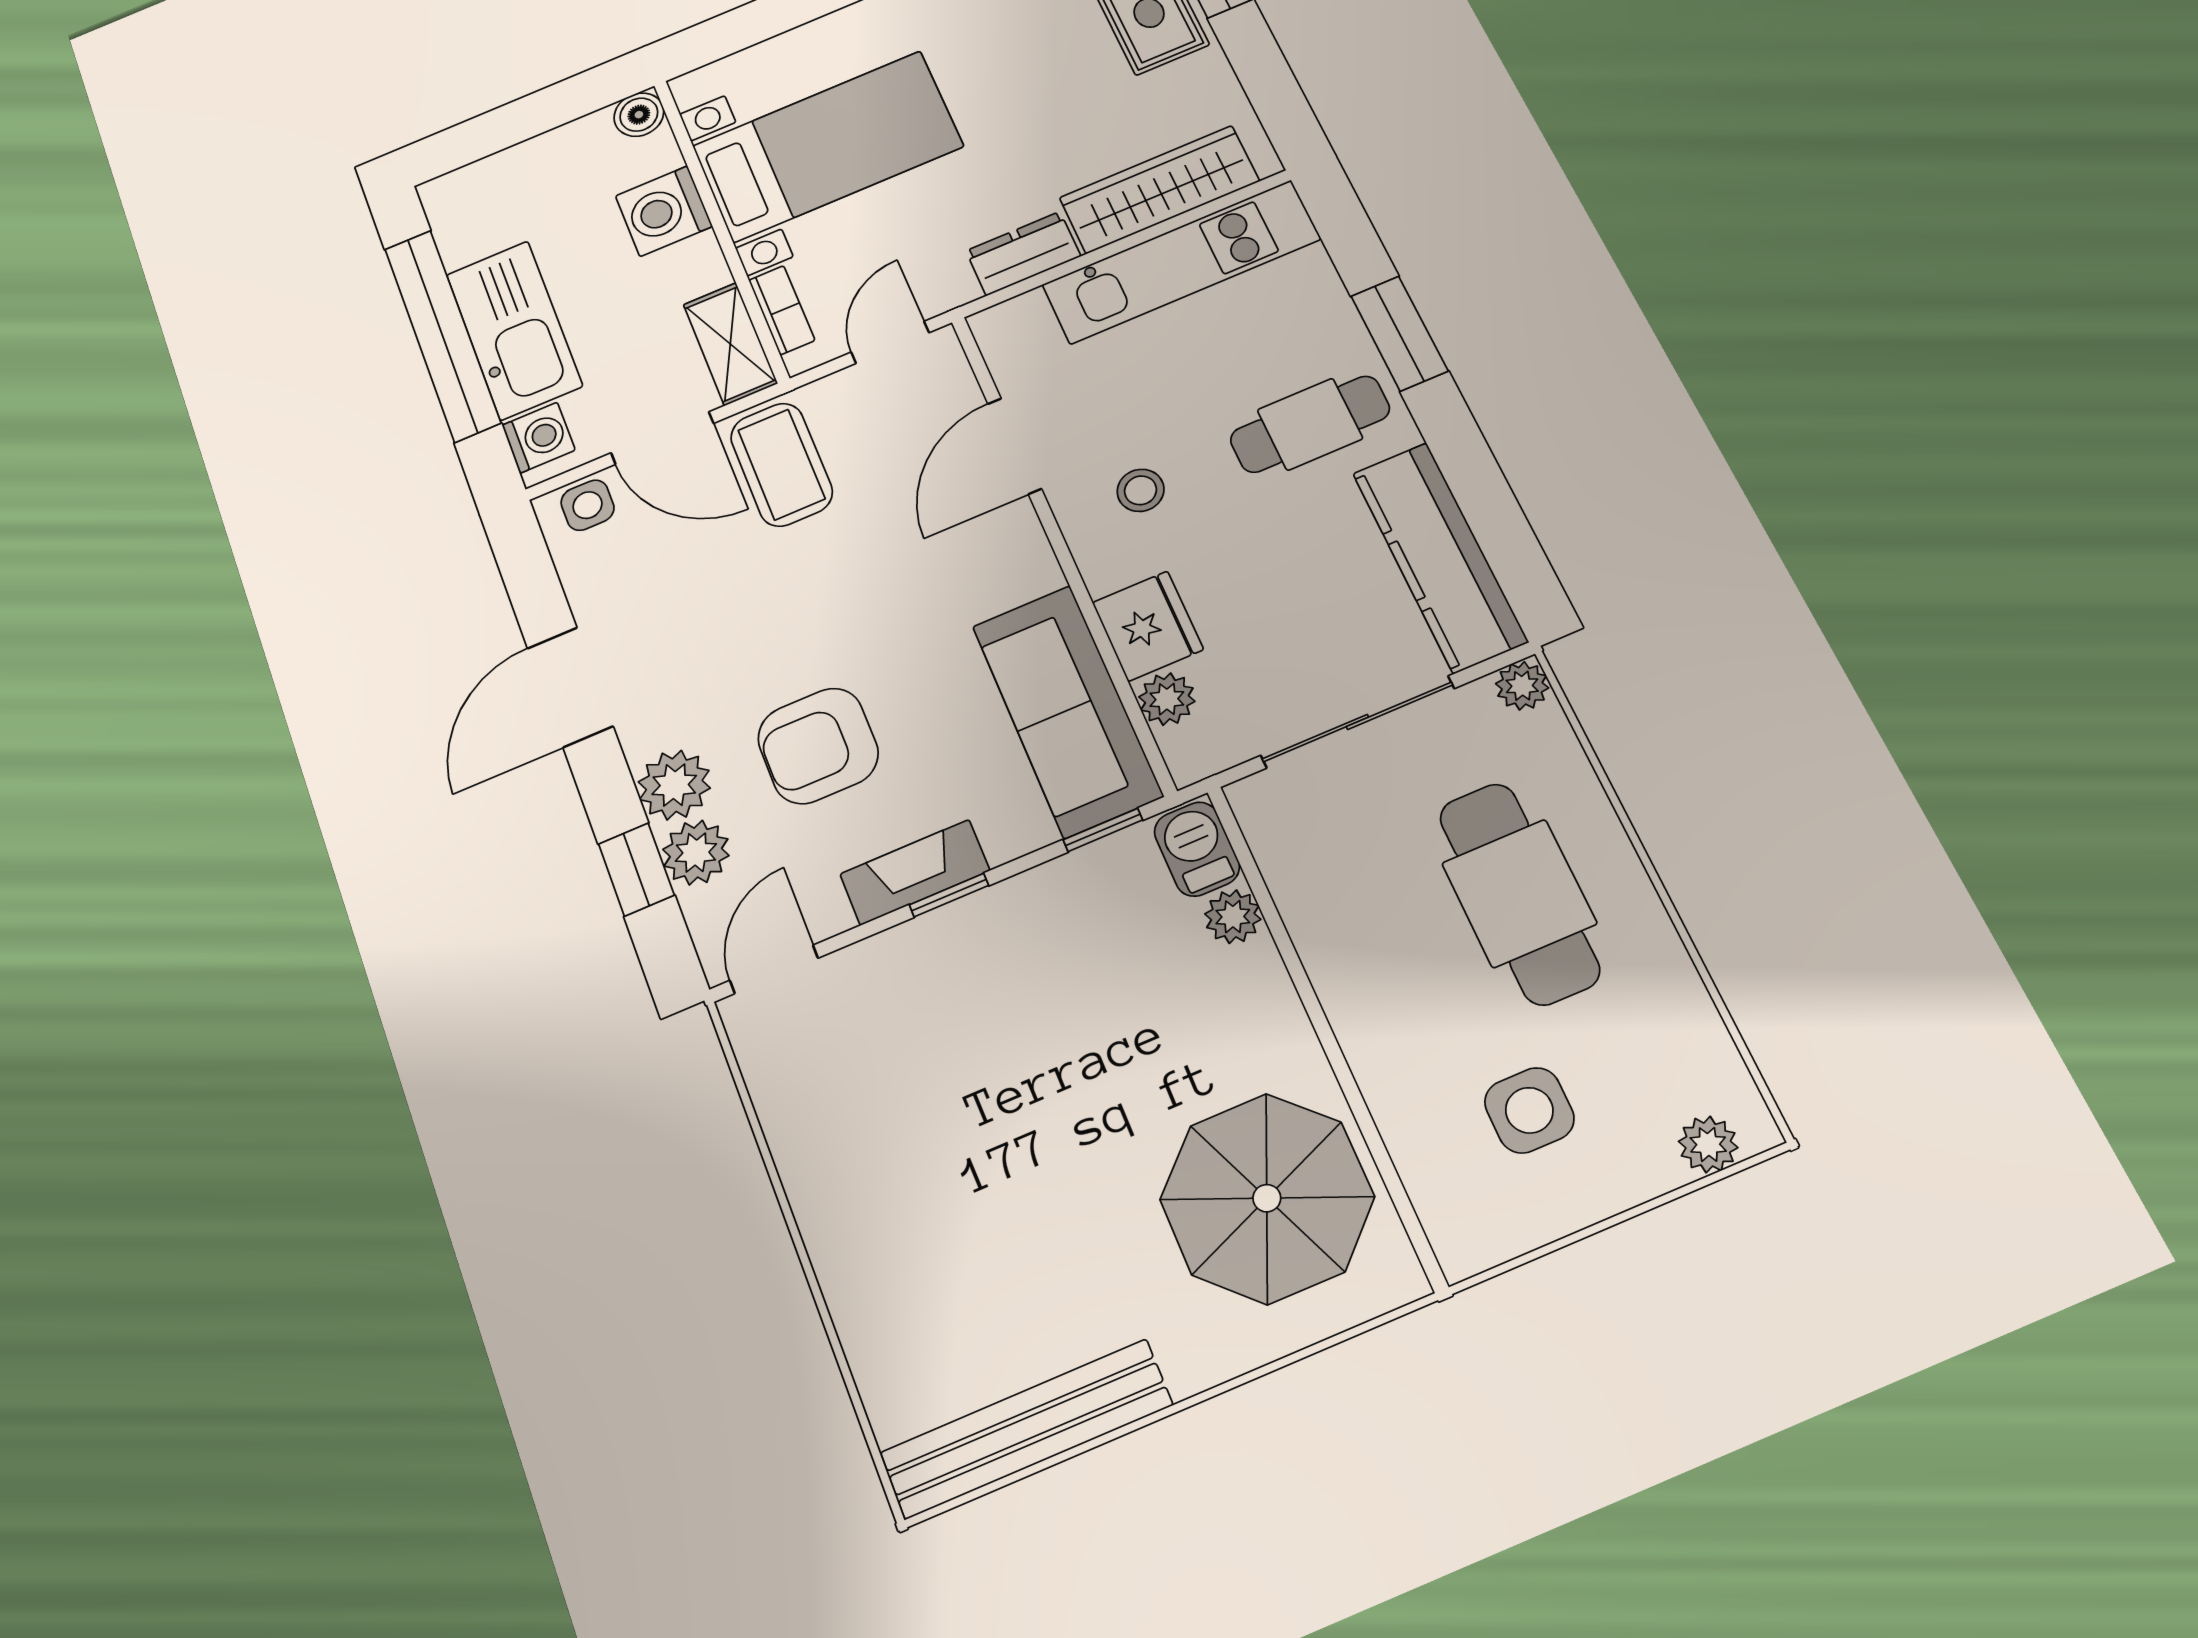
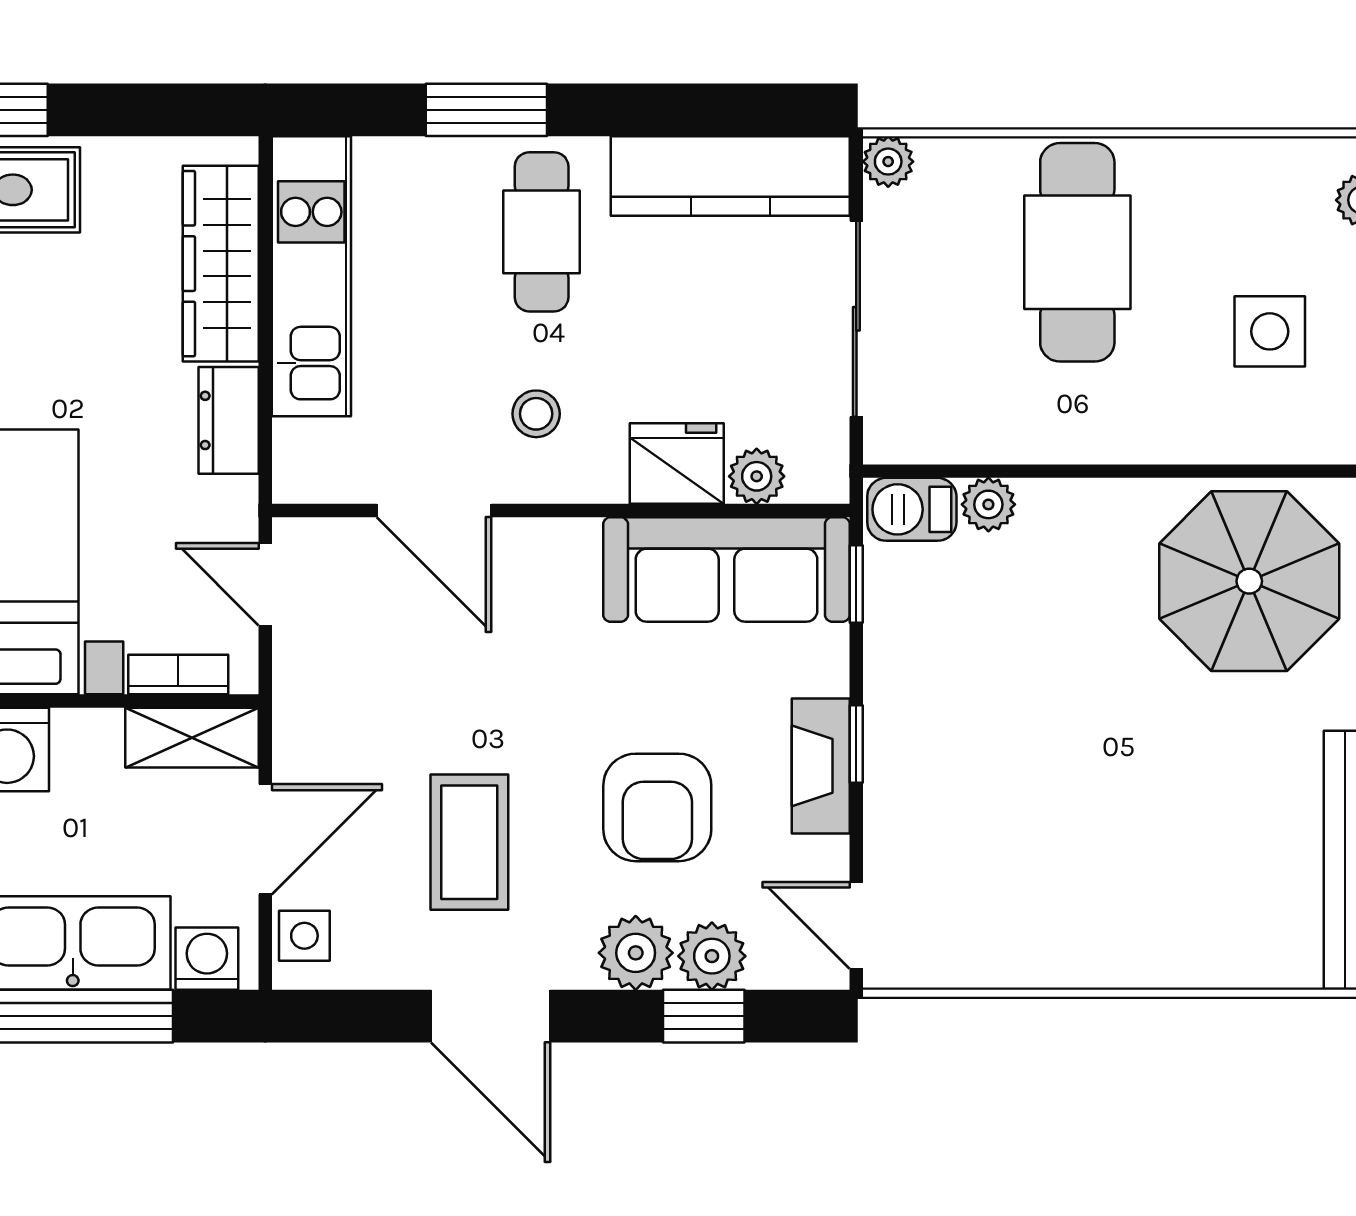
coffee table: (781, 464) -> (469, 842), moved, turned 90
cafe table: (1519, 893) -> (1077, 252), turned 90

